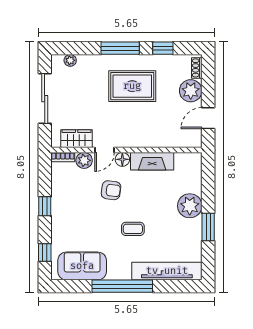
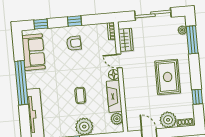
window: (120, 48) -> (192, 40), moved
plant: (84, 160) -> (117, 119), moved
armchair: (111, 190) -> (74, 43), moved, turned -99
coffee table: (133, 229) -> (80, 95), moved

